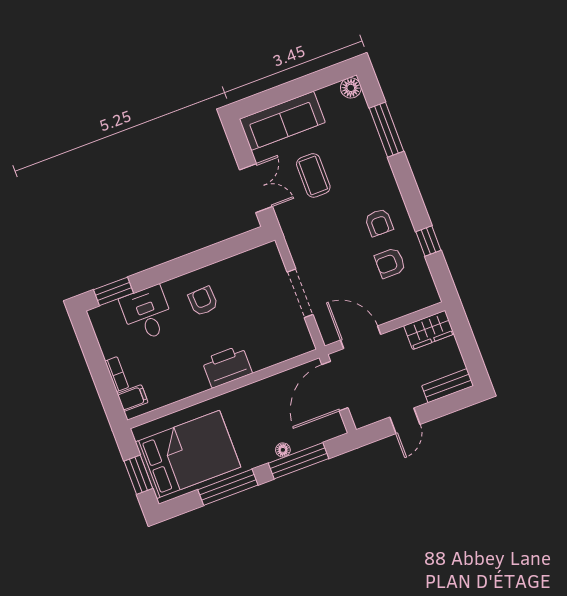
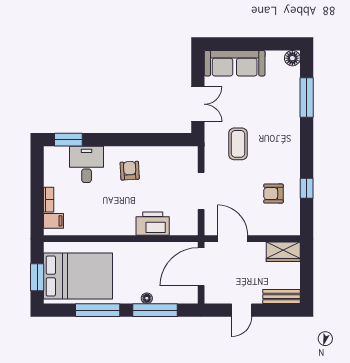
coffee table: (313, 175) -> (238, 144), moved
armchair: (379, 223) -> (276, 162), removed
printer: (227, 366) -> (153, 224), moved

